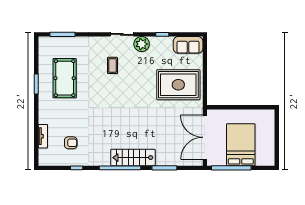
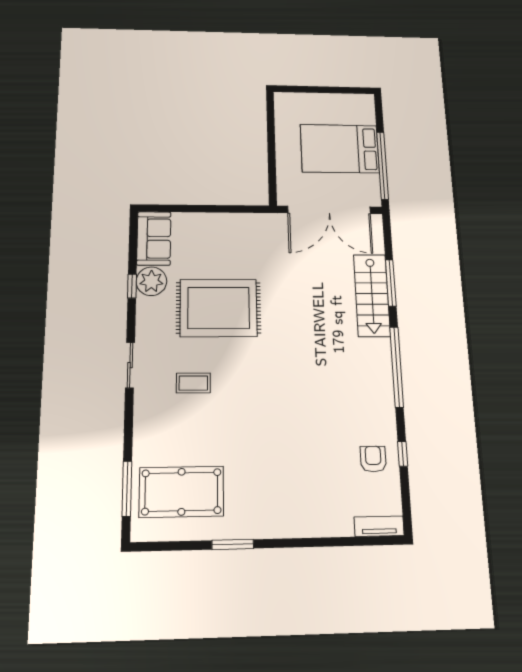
plant: (142, 44) -> (151, 281), moved
pool table: (65, 78) -> (181, 492), moved
rug: (178, 85) -> (219, 308), moved, turned 90
tv unit: (43, 136) -> (379, 526), moved
armchair: (71, 143) -> (373, 459), moved
stairs: (133, 158) -> (372, 295), moved

